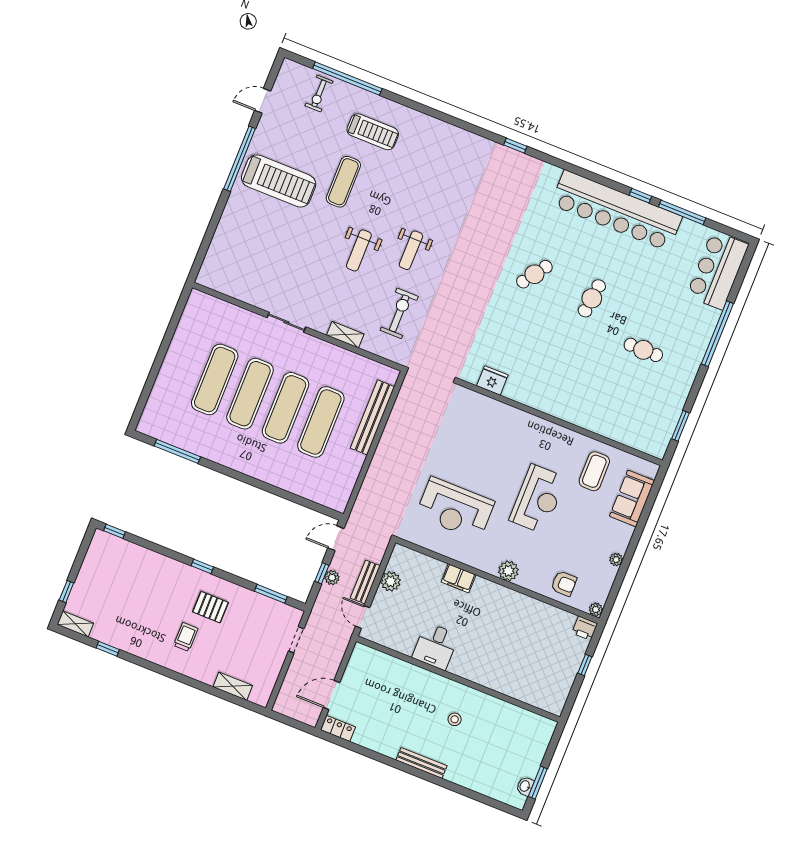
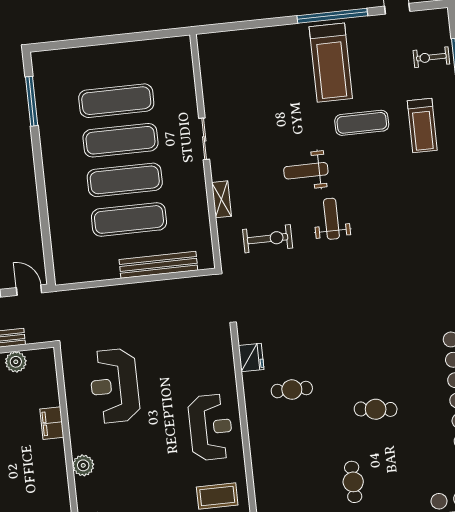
weight bench: (411, 250) -> (331, 219), turned 90
cafe table: (534, 274) -> (292, 390), moved, turned -35
reception desk: (538, 499) -> (211, 427), moved, turned -90

